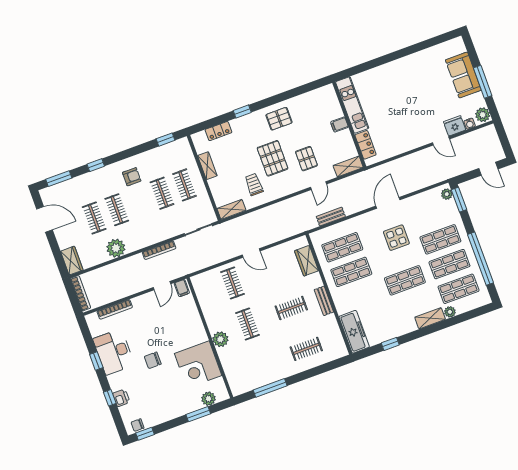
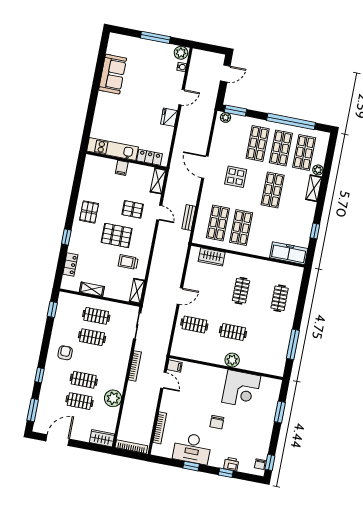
sofa: (463, 75) -> (113, 74), moved, turned -90
fridge: (455, 126) -> (169, 117), moved
bench: (324, 301) -> (251, 262), removed
plant: (209, 399) -> (273, 397), removed

